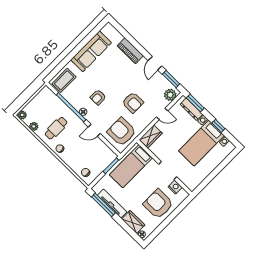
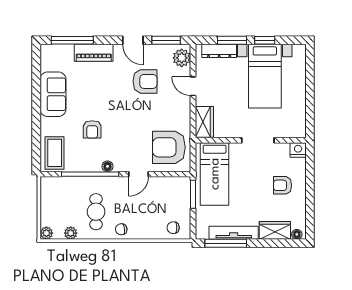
window: (126, 35) -> (72, 40), added
sofa: (91, 51) -> (53, 94), width x0.73
armchair: (98, 97) -> (92, 129), moved
armchair: (133, 102) -> (145, 81), moved
window: (195, 103) -> (232, 40), moved
door: (162, 114) -> (193, 86), swing flipped
nightstand: (175, 187) -> (298, 150), moved
armchair: (158, 204) -> (283, 185), width x0.53, depth x0.53

